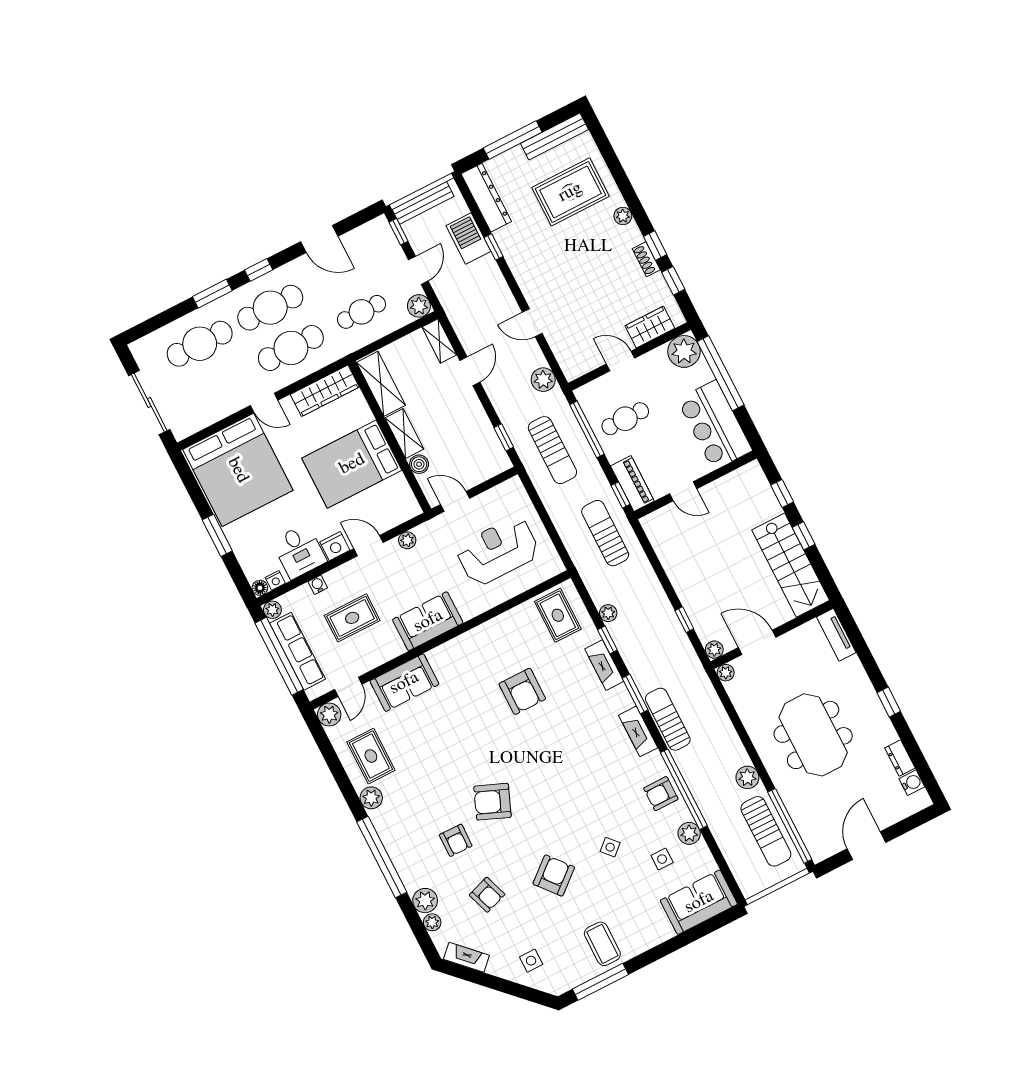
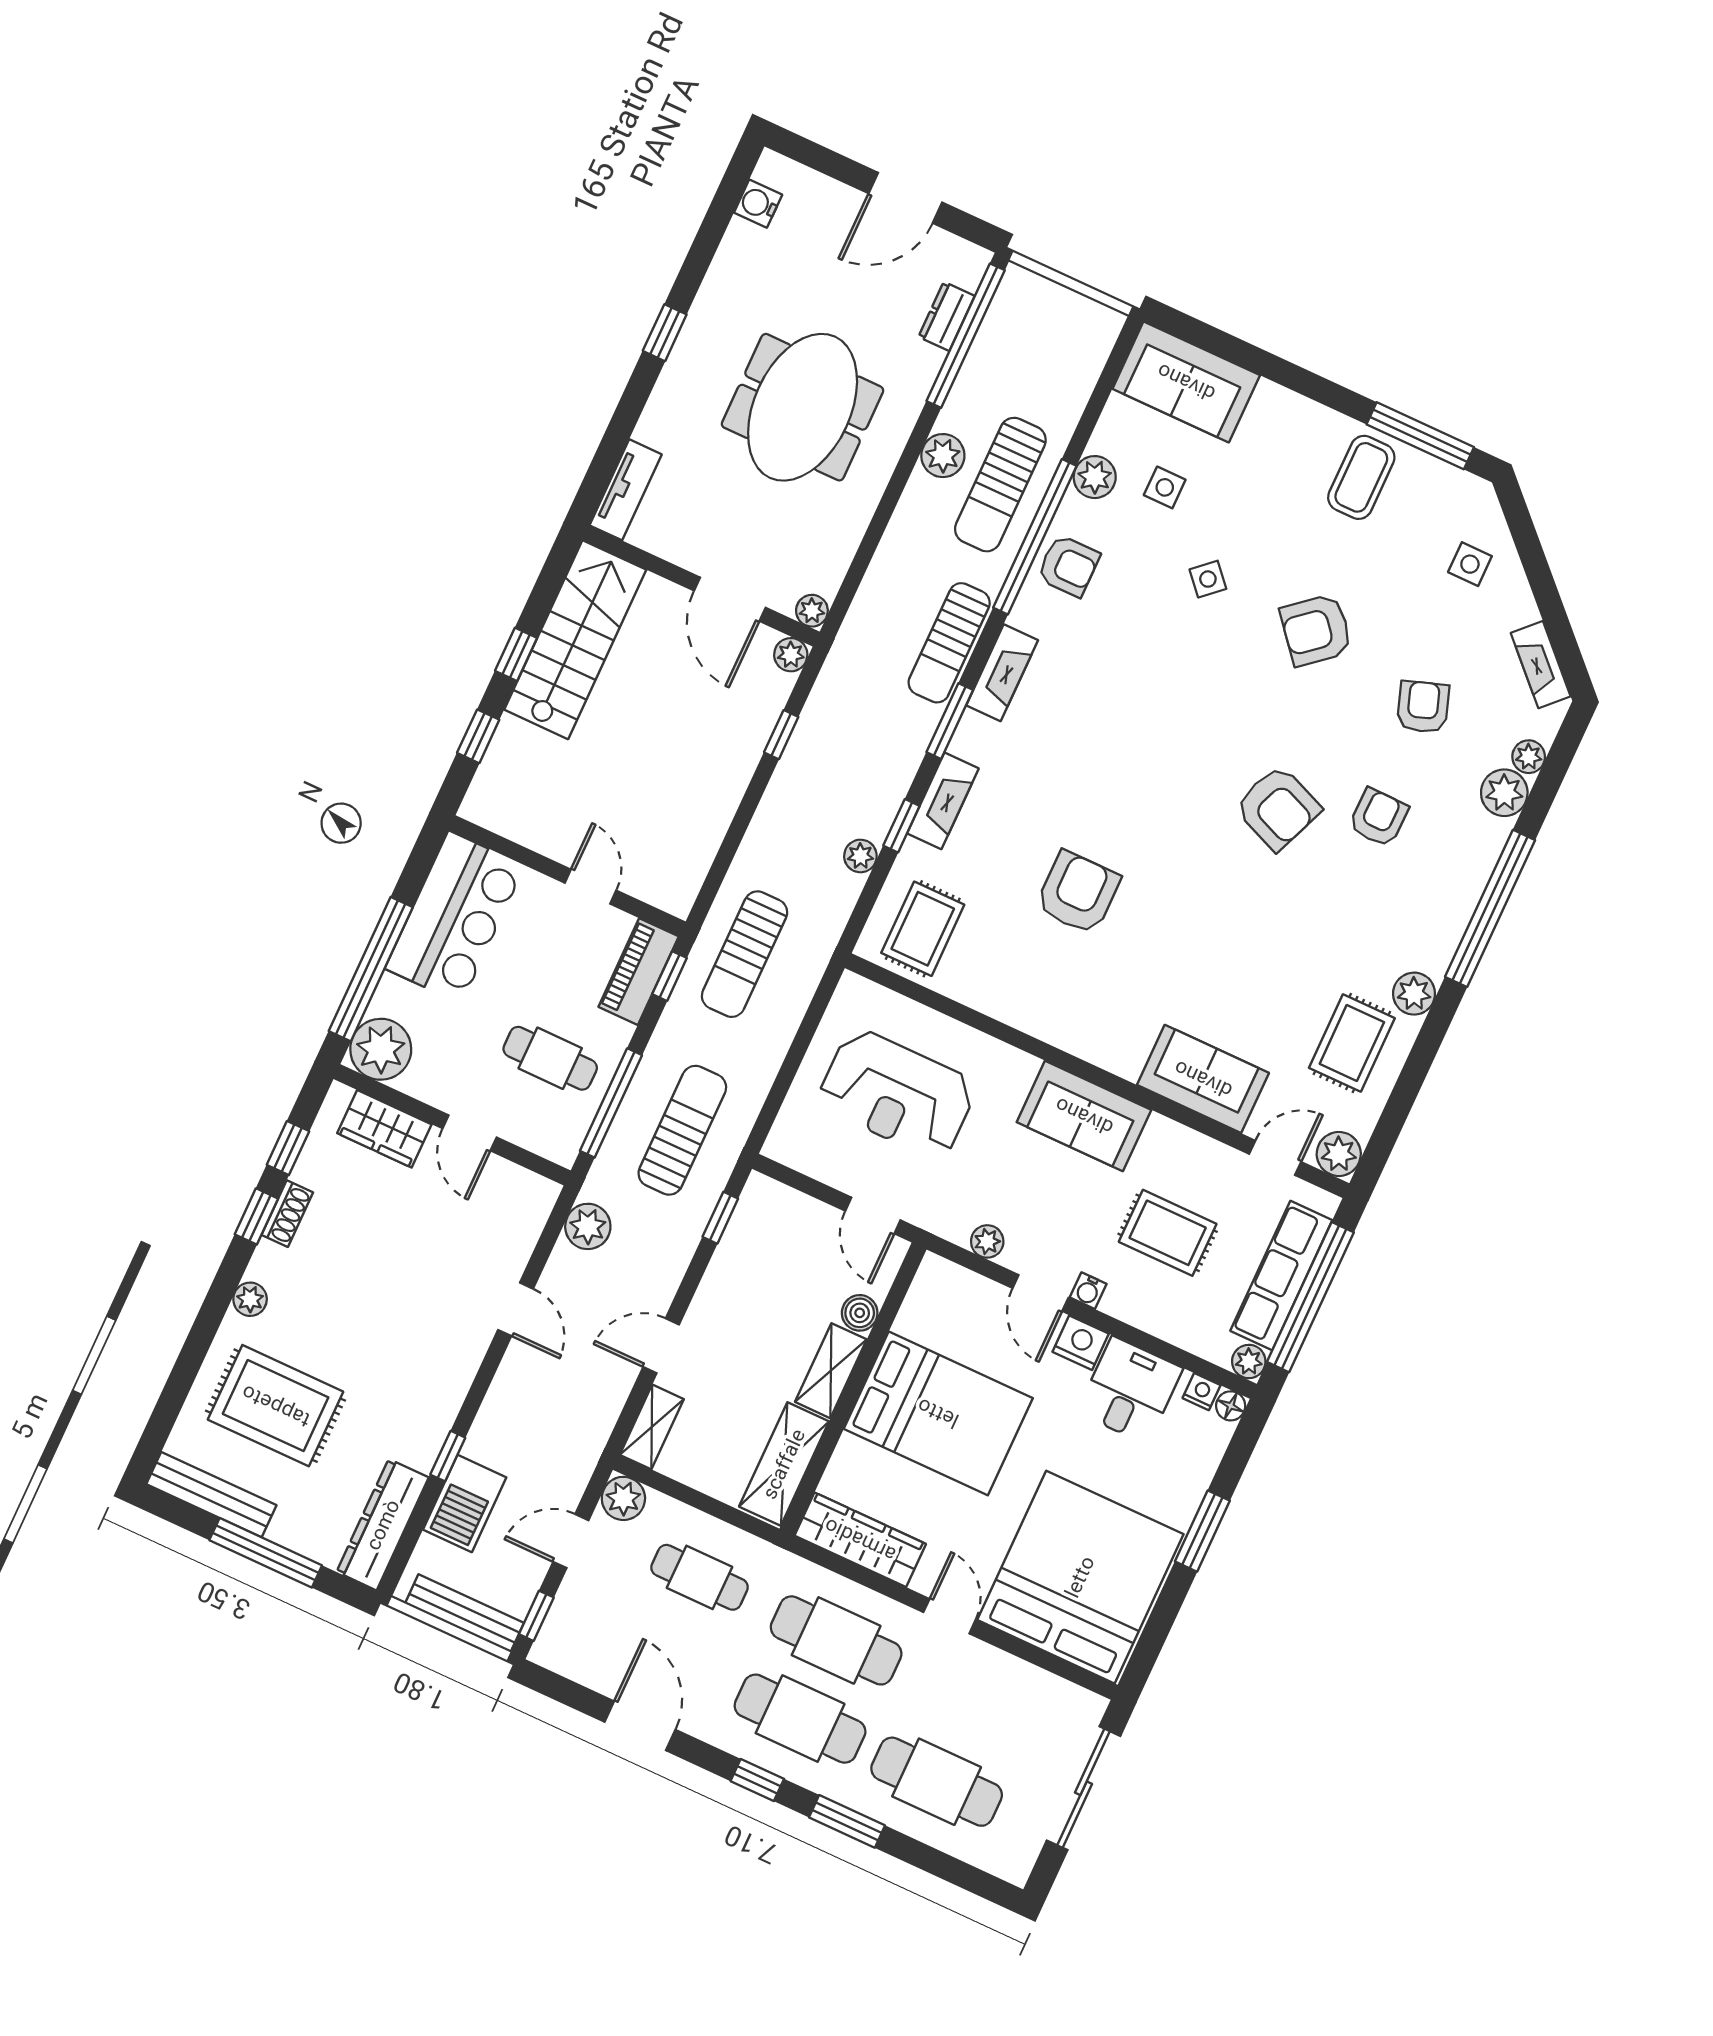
water cooler: (318, 585) -> (1088, 1291), moved
dresser: (900, 758) -> (947, 316), moved, turned 180
sun lounger: (766, 831) -> (1000, 485), moved, turned 180

